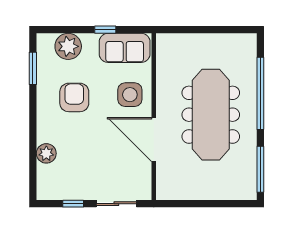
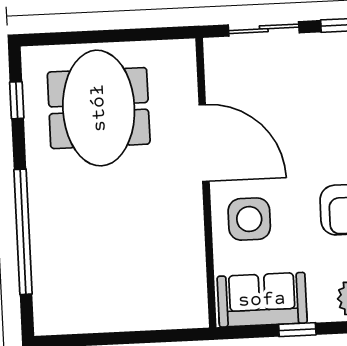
meeting table: (211, 115) -> (99, 108), moved, width x0.73
window: (260, 169) -> (17, 100), width x0.46

